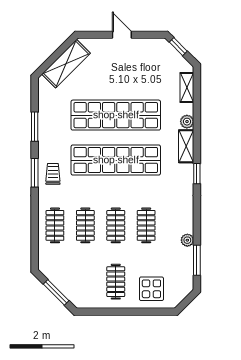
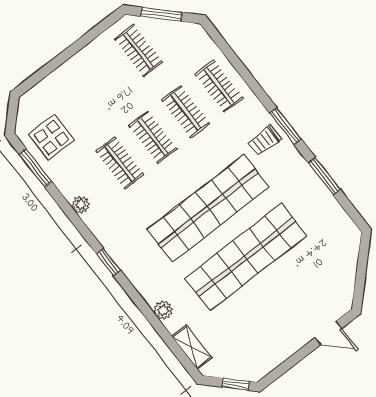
door: (122, 35) -> (328, 333), moved
shelving: (66, 64) -> (343, 271), removed
shelving: (186, 146) -> (143, 283), removed
trolley: (53, 174) -> (265, 140), turned 90
plant: (187, 240) -> (81, 205), moved
clothes rail: (116, 282) -> (139, 51), moved
display table: (151, 289) -> (51, 137), moved

